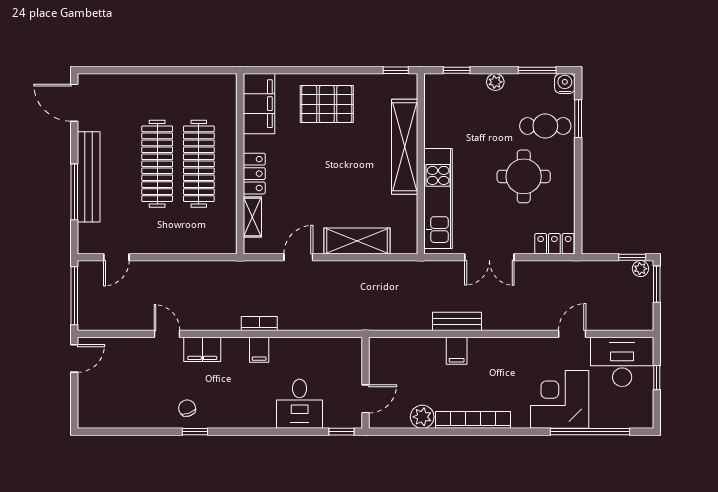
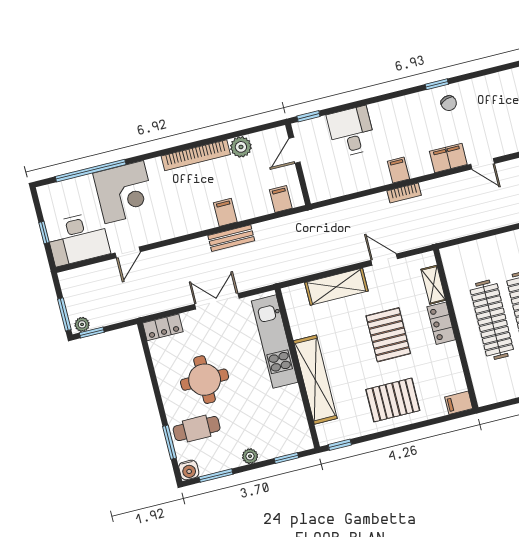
filing cabinet: (259, 104) -> (459, 403), width x0.33, depth x0.86
pallet: (314, 175) -> (388, 335), added
door: (298, 257) -> (384, 260), swing flipped
filing cabinet: (393, 350) -> (281, 199), added

